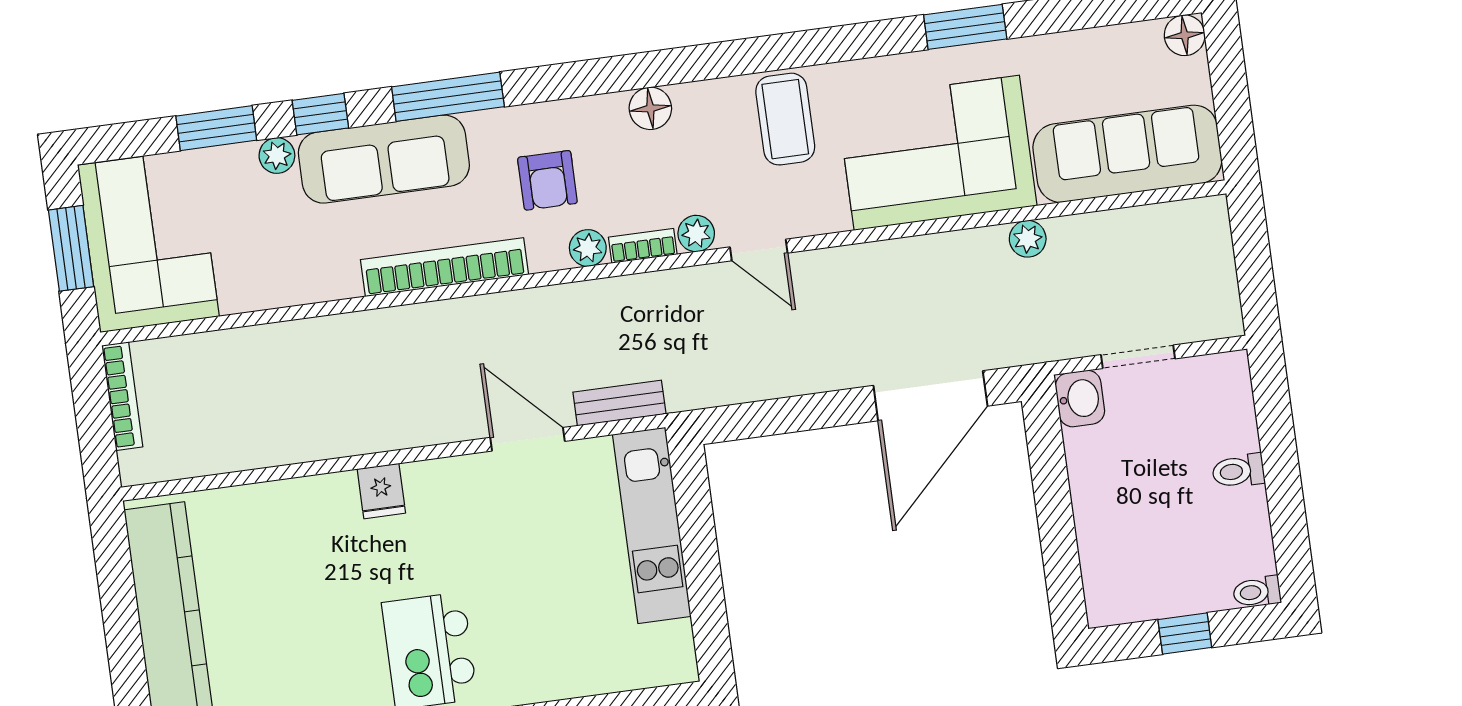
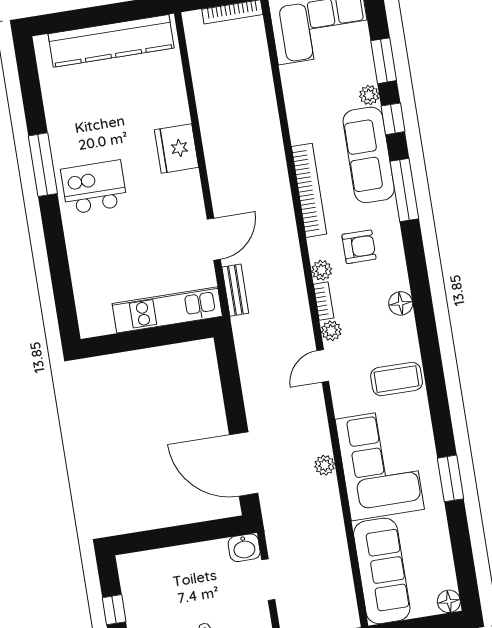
armchair: (547, 180) -> (359, 247), turned 180
plant: (1028, 239) -> (325, 465), moved
fridge: (381, 491) -> (176, 148), width x1.88, depth x1.34

